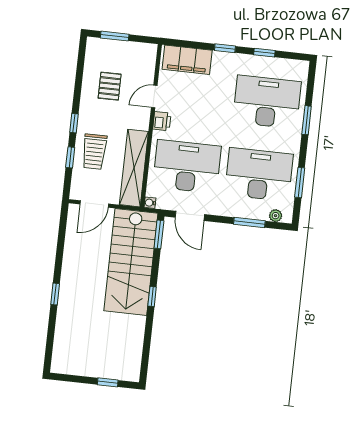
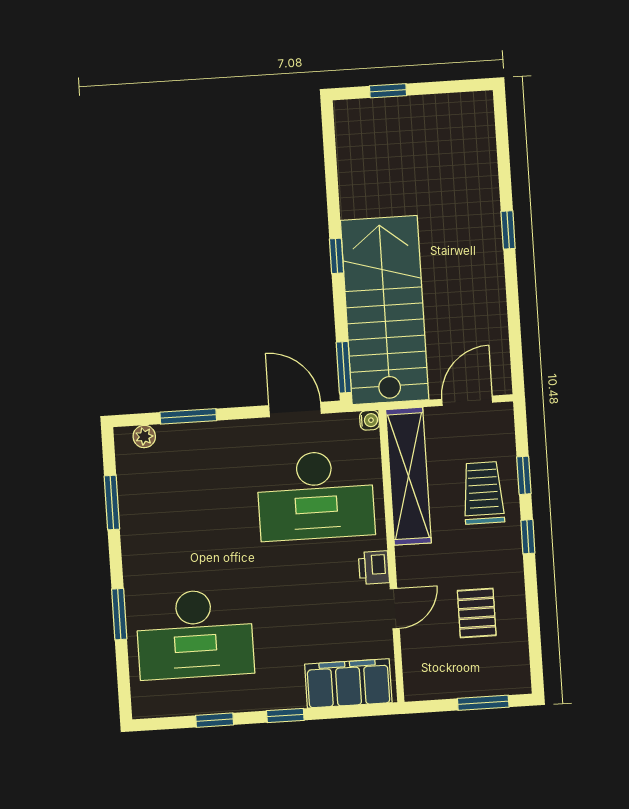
desk: (259, 174) -> (186, 504), removed

